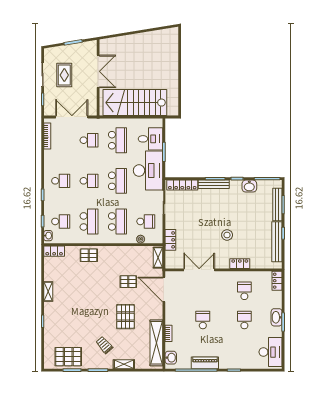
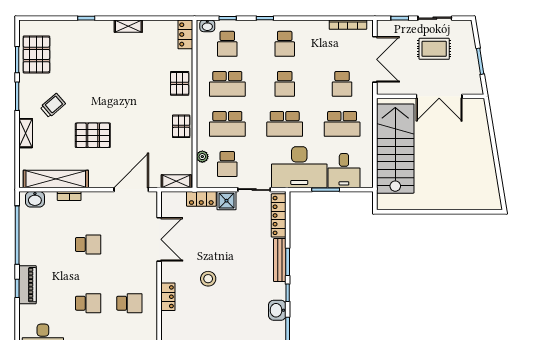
shower: (172, 222) -> (227, 201), added
pallet: (128, 282) -> (181, 126), moved
piano: (205, 363) -> (27, 285), moved

